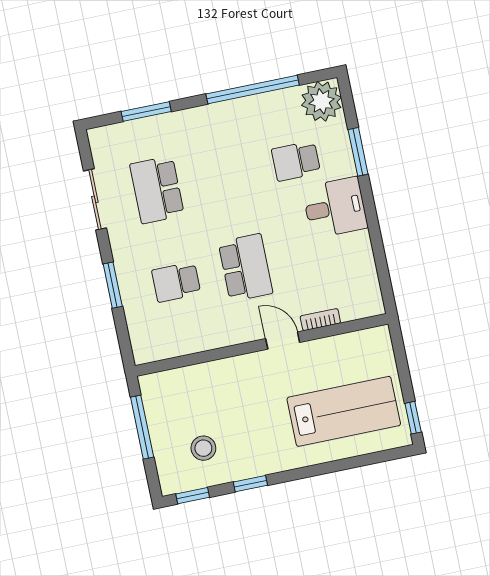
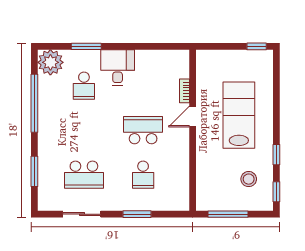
lab bench: (344, 411) -> (239, 115), moved

